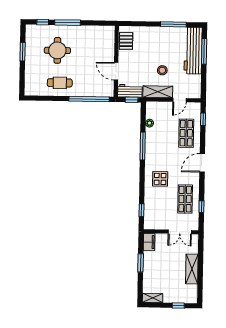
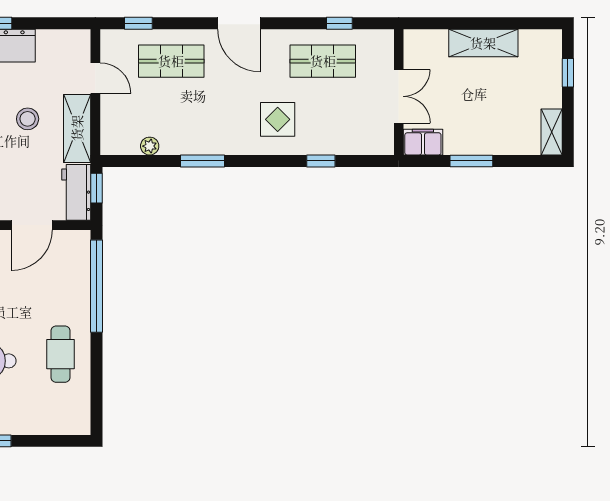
window: (143, 146) -> (202, 161), width x0.69
window: (142, 210) -> (321, 161), moved
double door: (180, 232) -> (399, 96), moved

